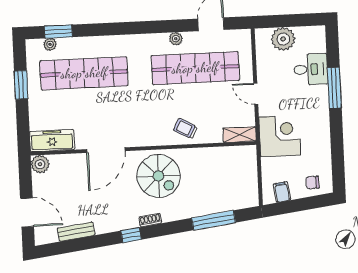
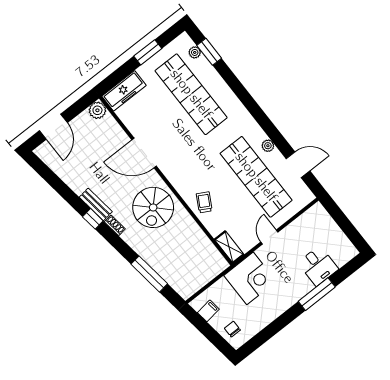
plant: (283, 39) -> (326, 228), removed
freezer: (52, 140) -> (124, 91), moved, turned 90
bench: (76, 232) -> (96, 204), moved

